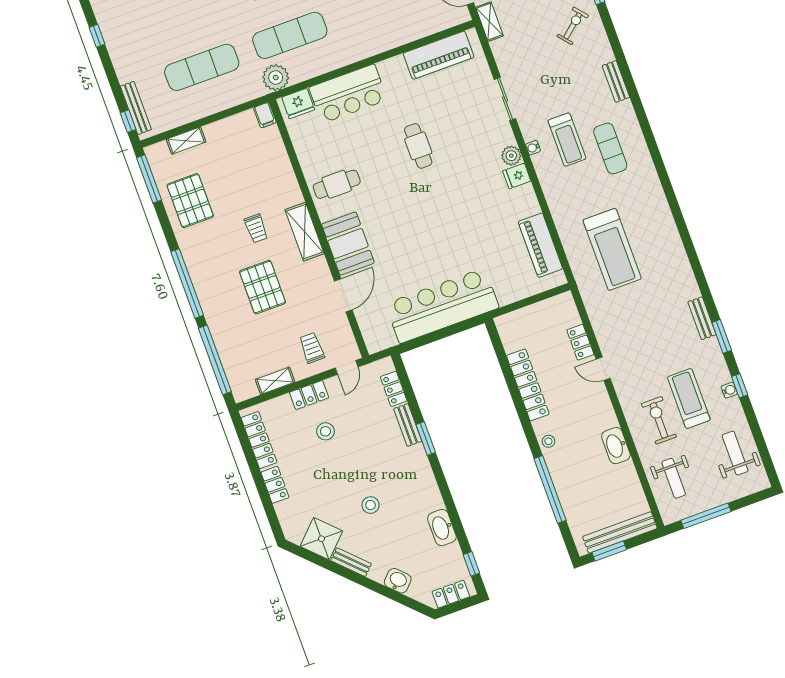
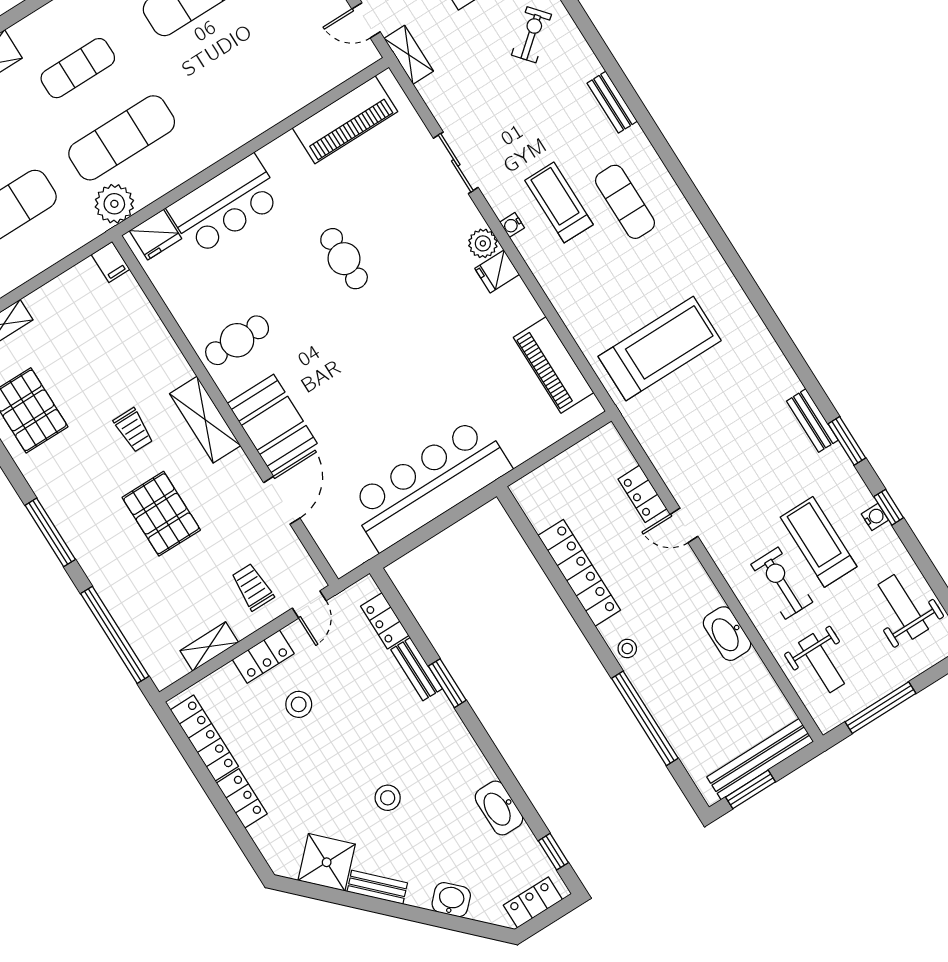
treadmill: (567, 140) -> (559, 202), turned 180
treadmill: (612, 249) -> (660, 348), turned -90
window: (187, 284) -> (50, 532), width x0.68

